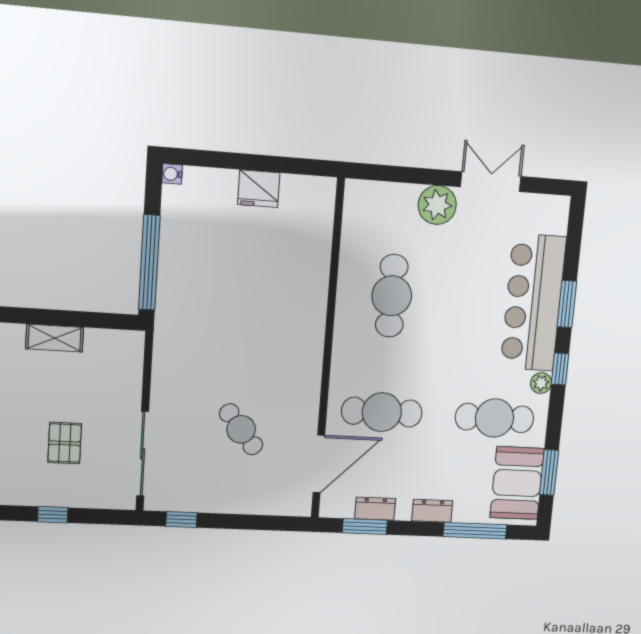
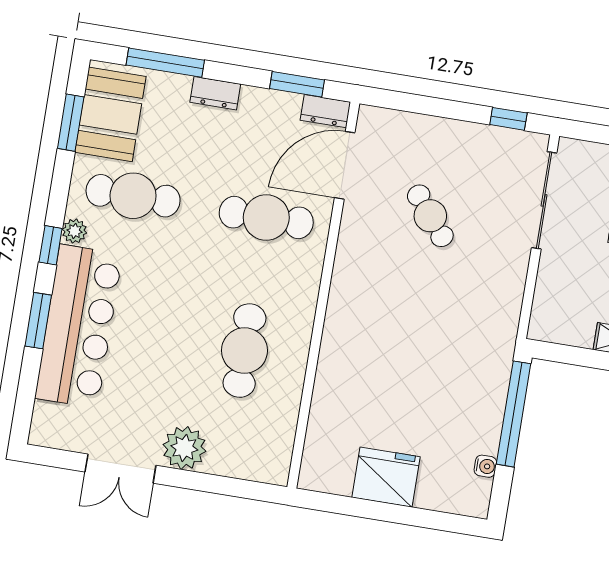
water cooler: (172, 174) -> (485, 466), moved
fridge: (259, 189) -> (386, 477), width x1.36, depth x1.34
dresser: (375, 509) -> (325, 111), moved

